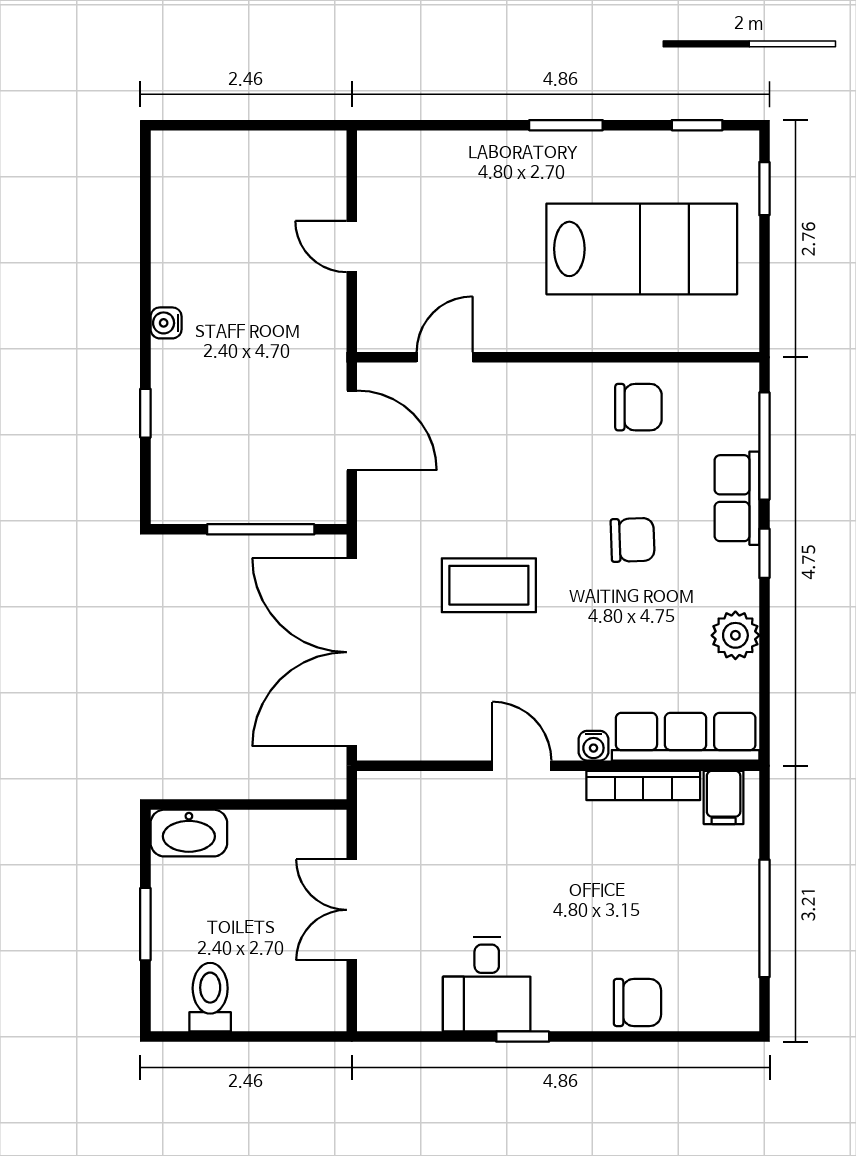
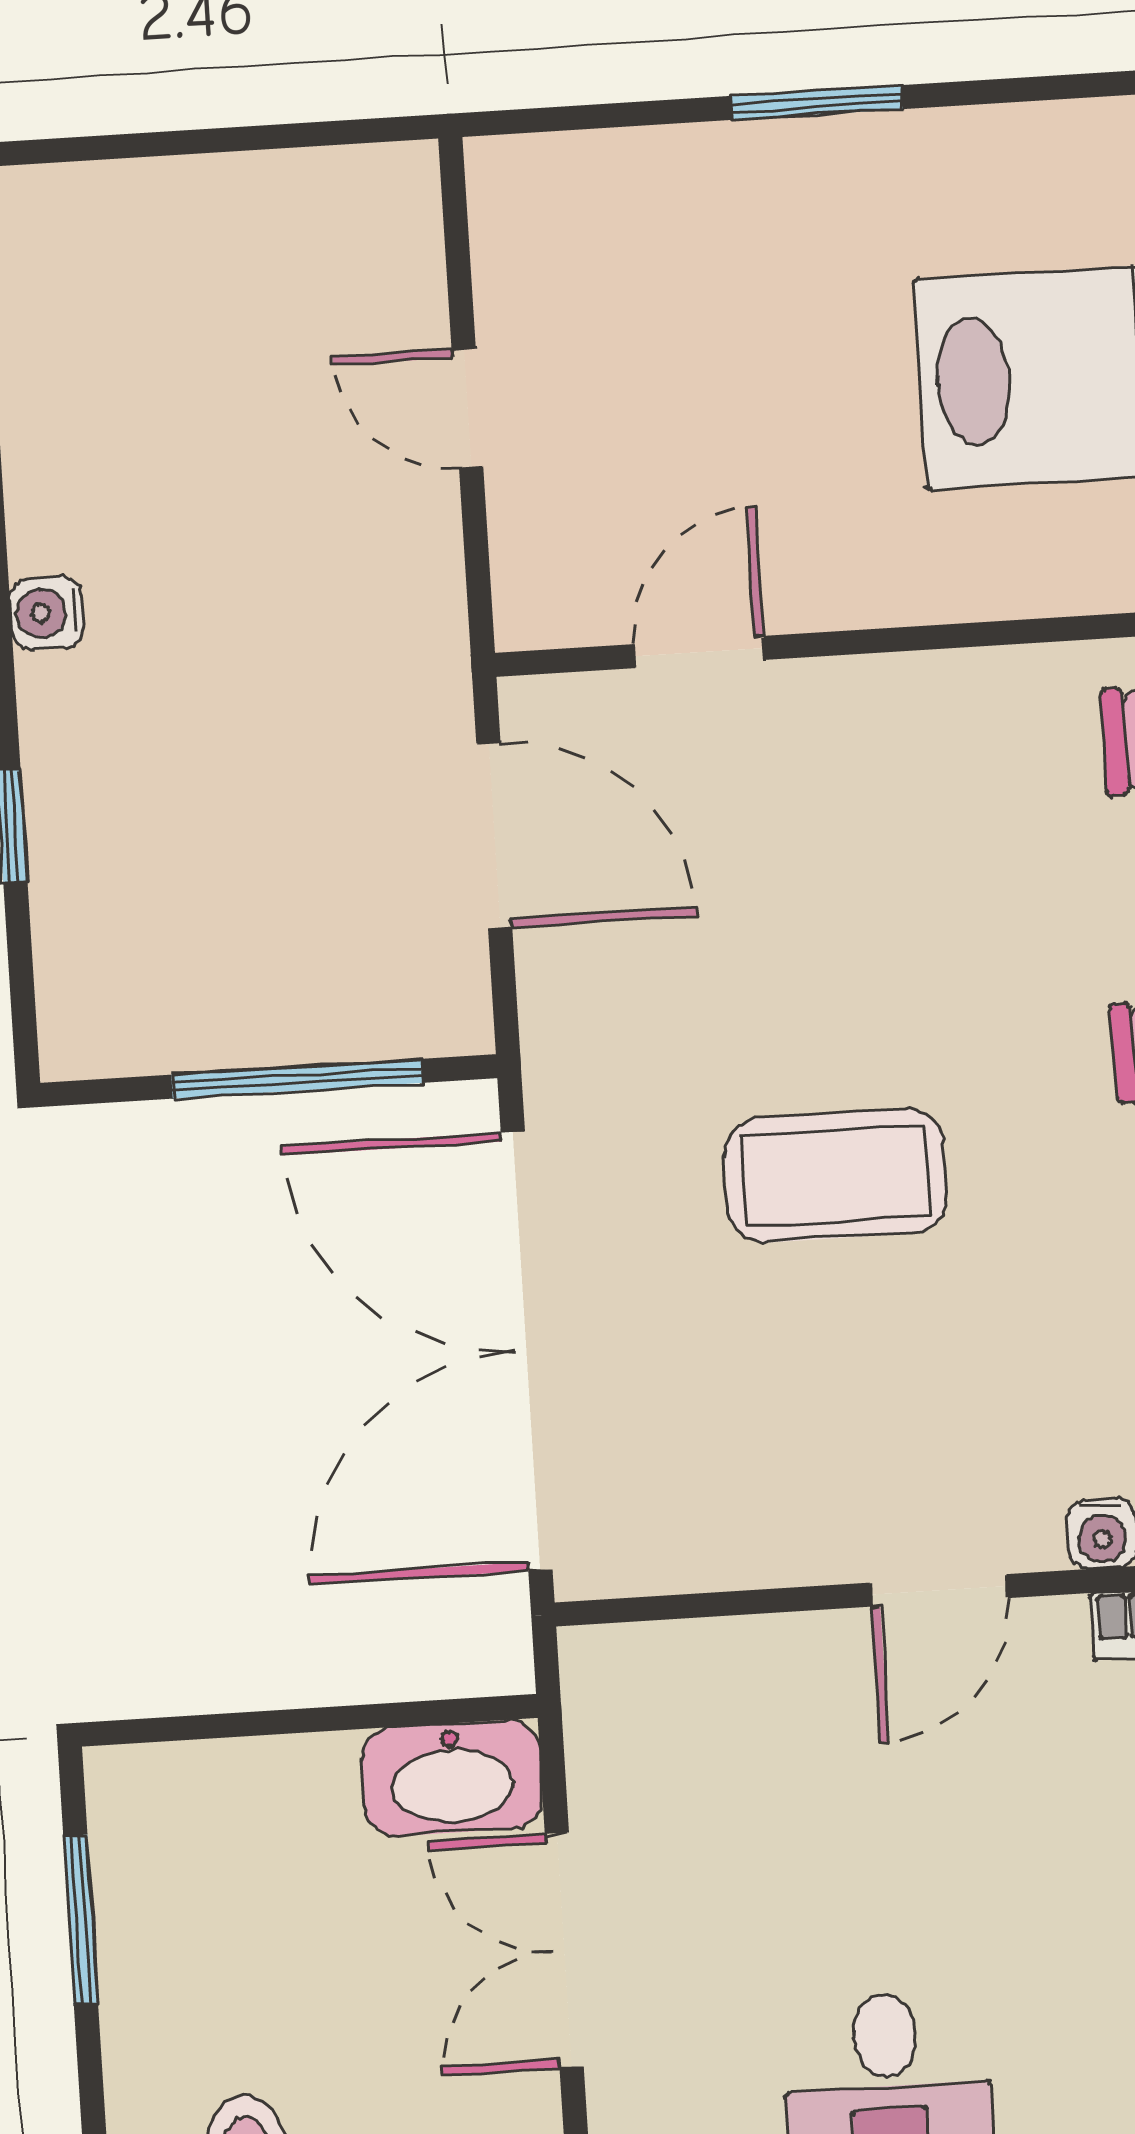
window: (566, 125) -> (817, 103), moved
door: (522, 766) -> (939, 1590), swing flipped
washbasin: (189, 833) -> (452, 1778), moved
window: (145, 924) -> (81, 1920), moved

